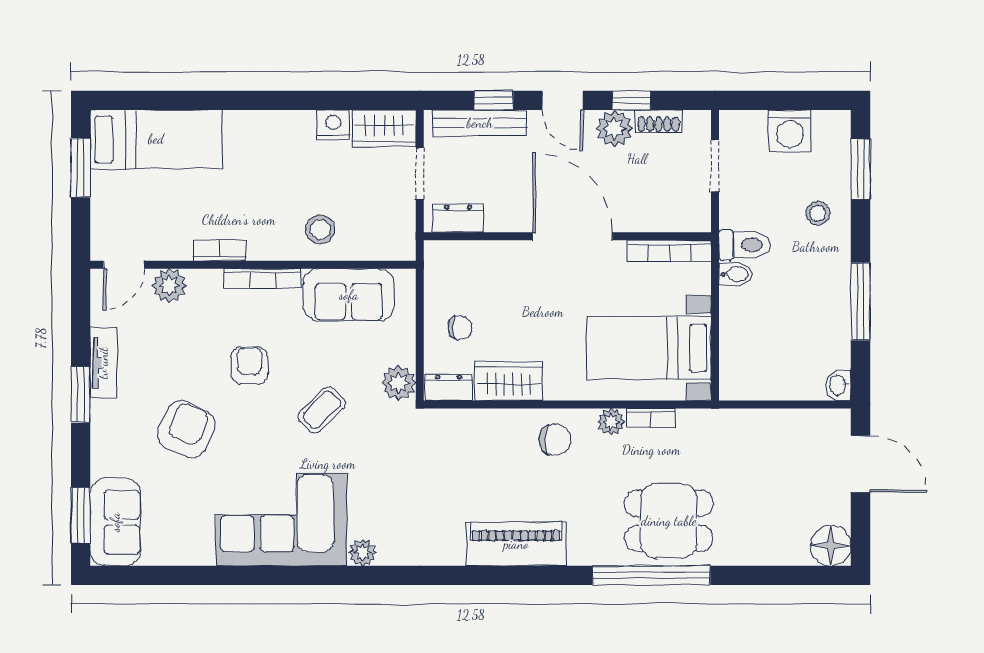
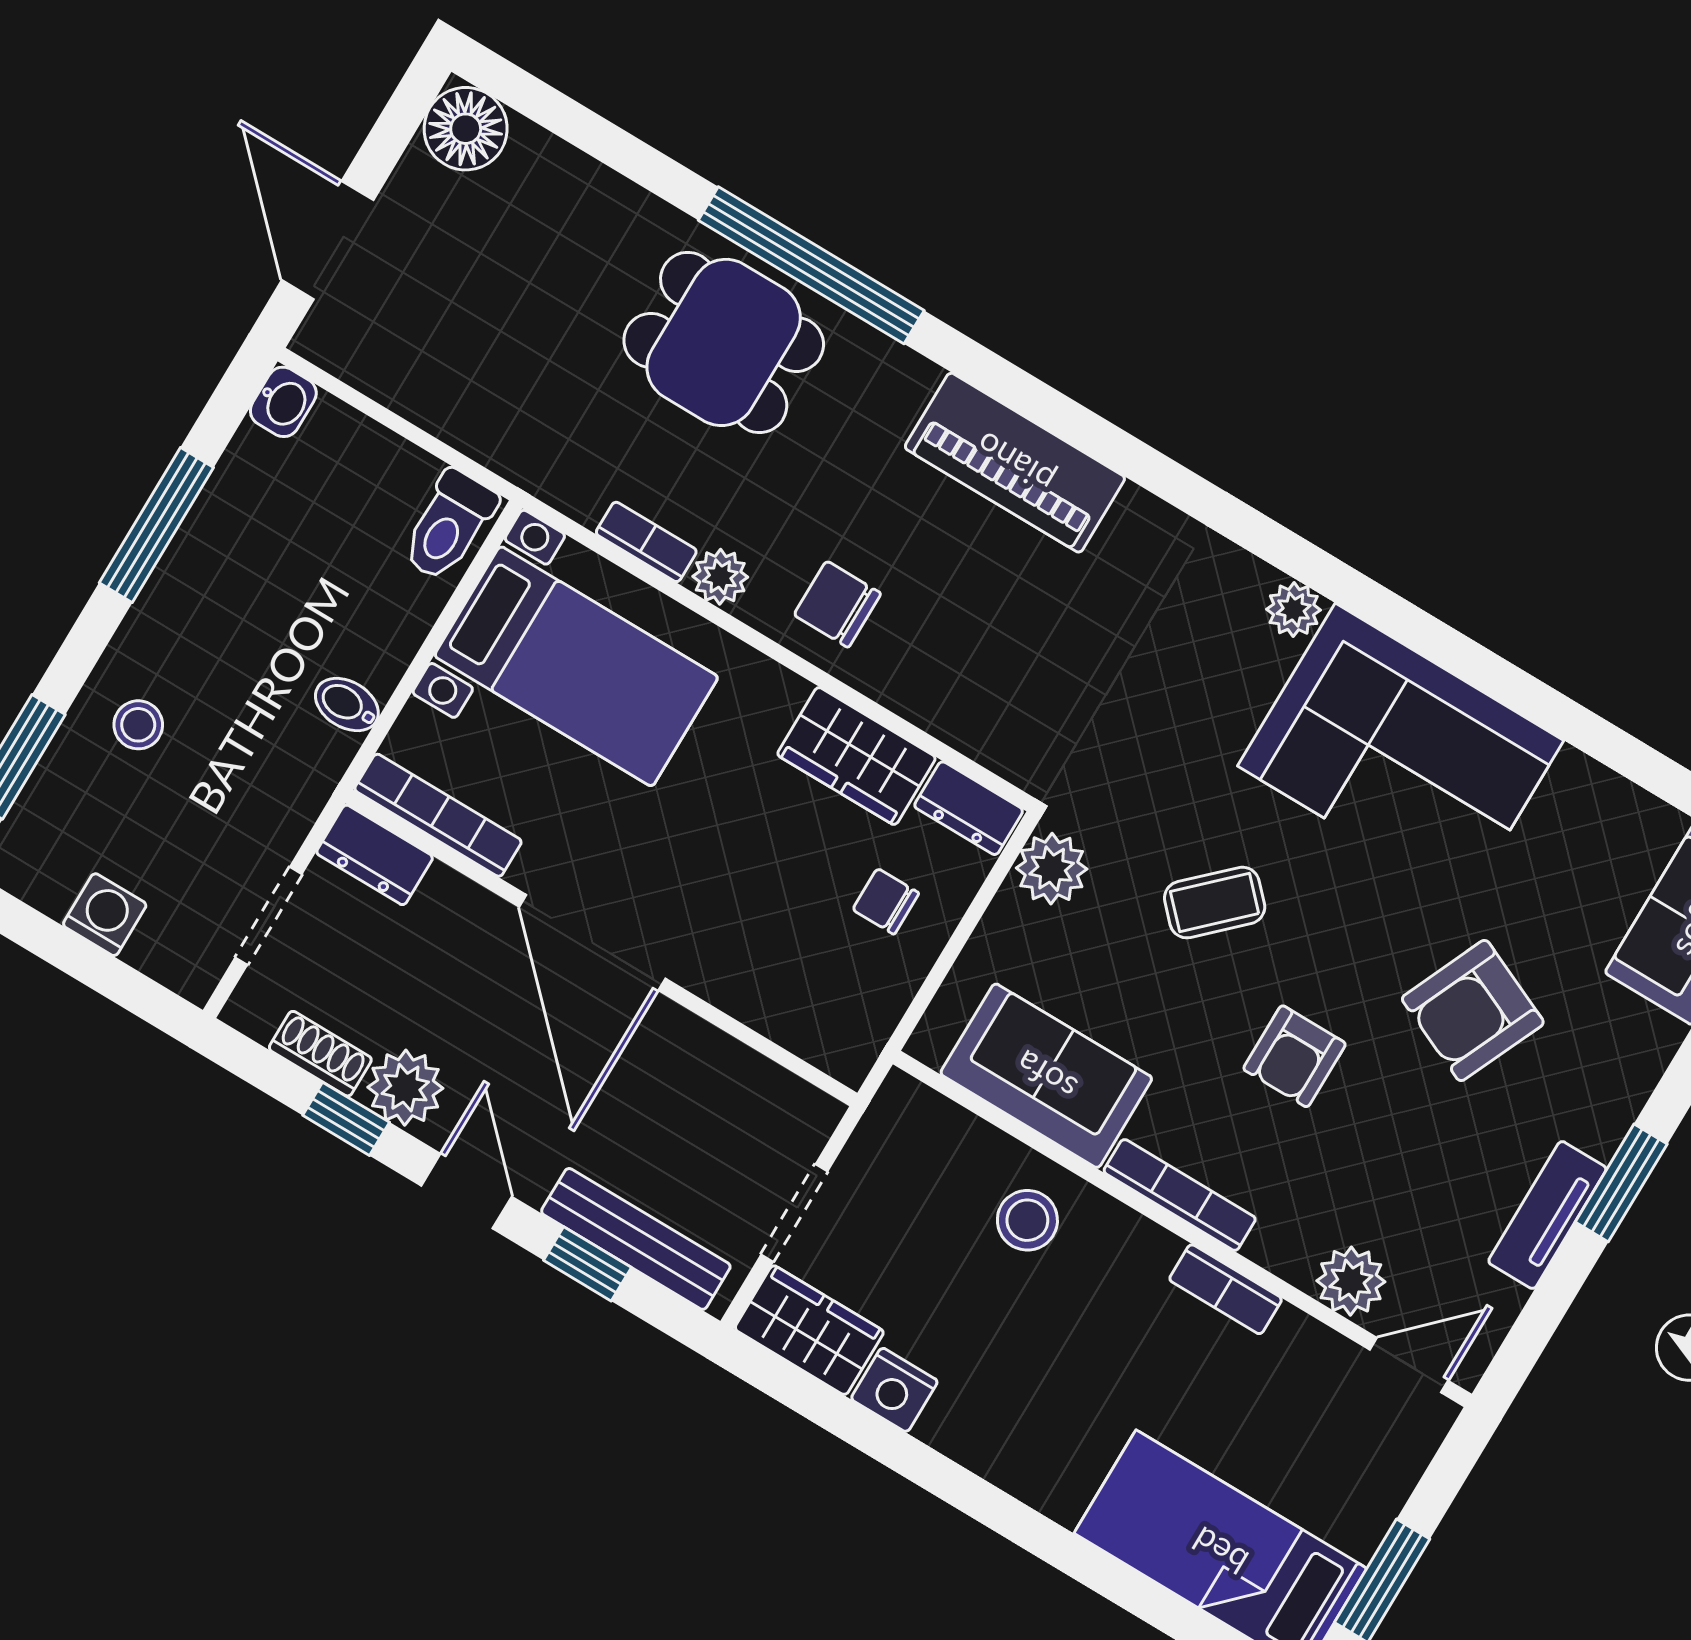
washing machine: (790, 131) -> (105, 915), width x0.73, depth x0.73
dresser: (458, 218) -> (375, 855), moved
toilet: (745, 245) -> (449, 526), moved, turned -90

